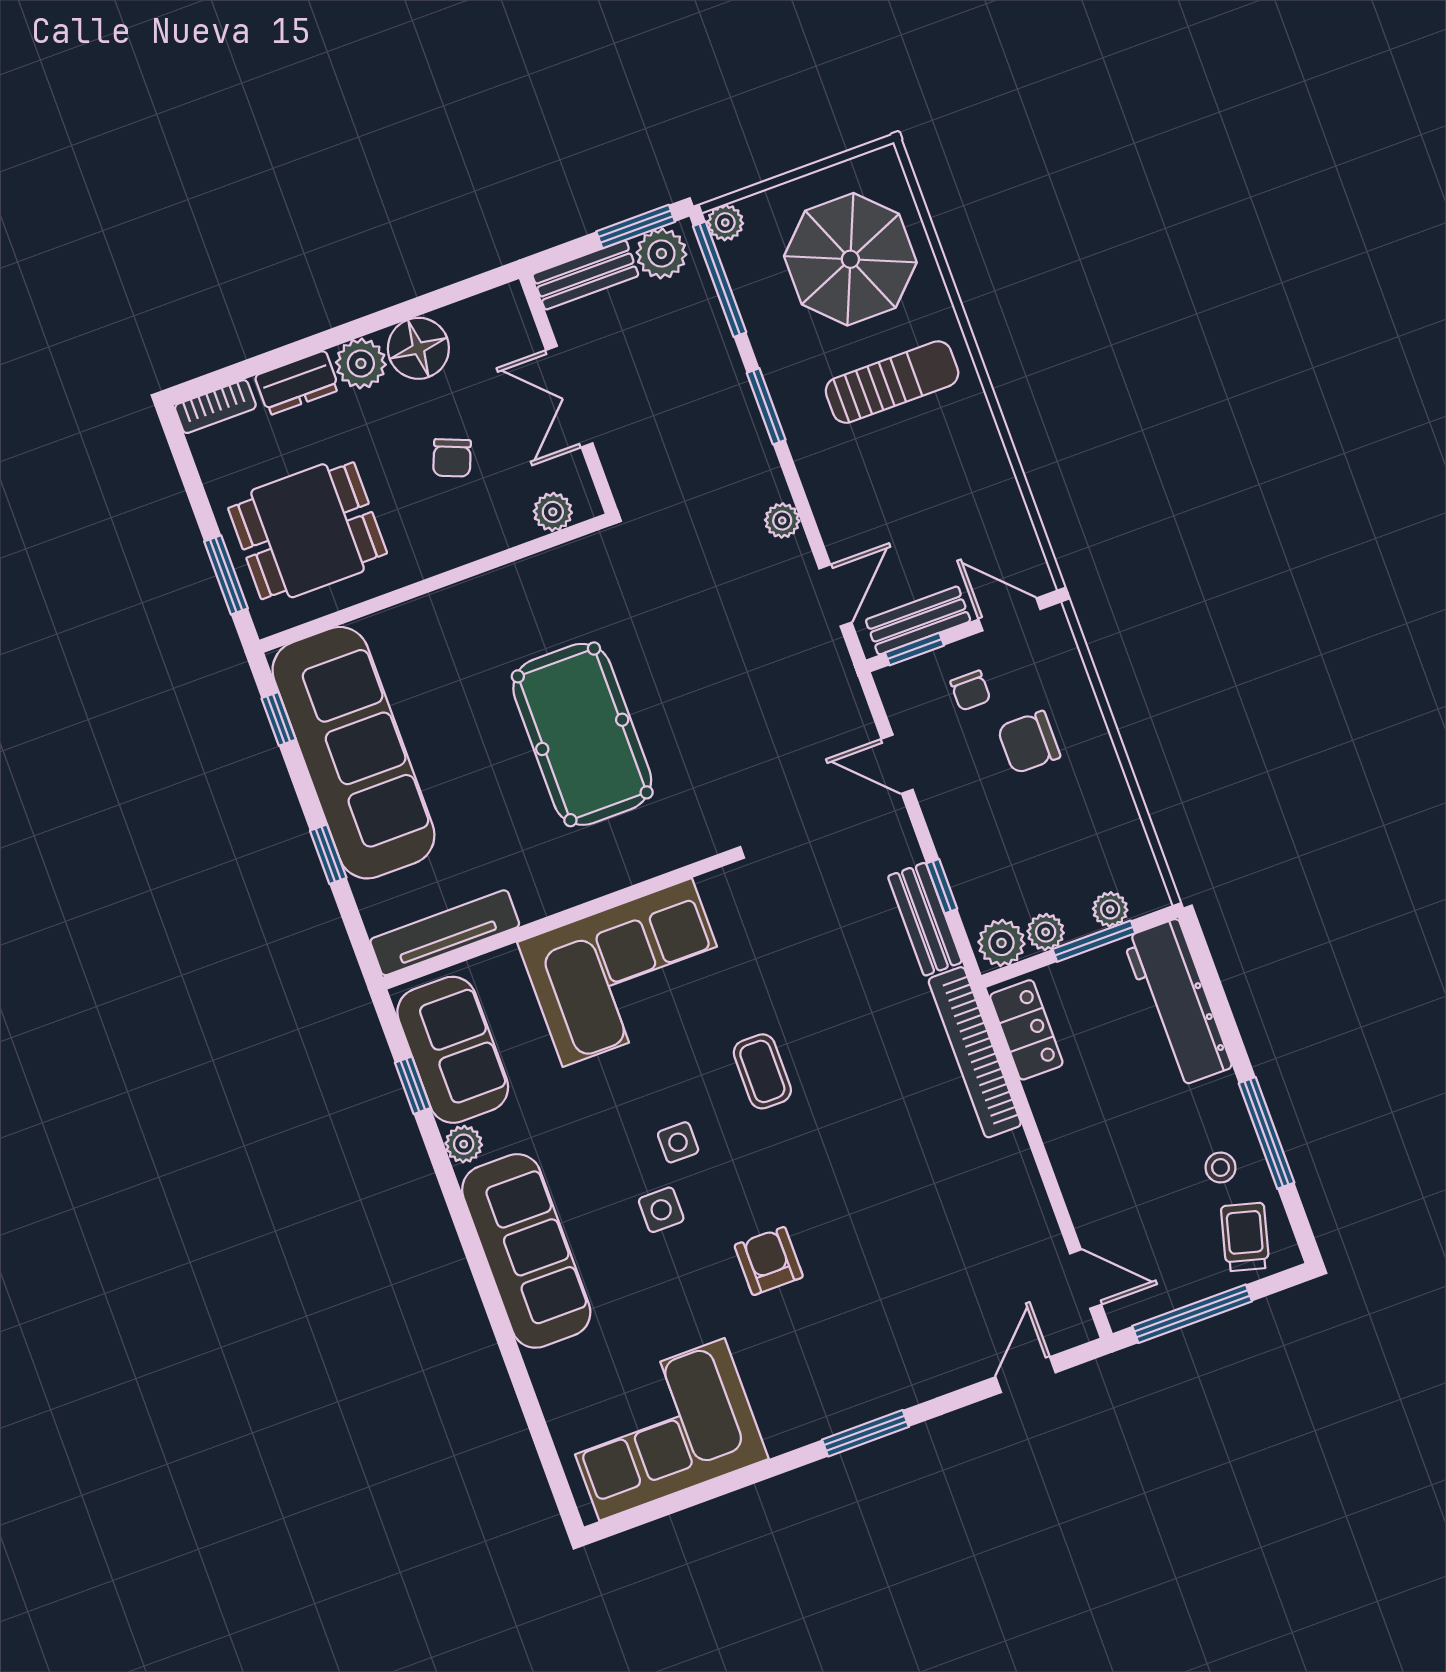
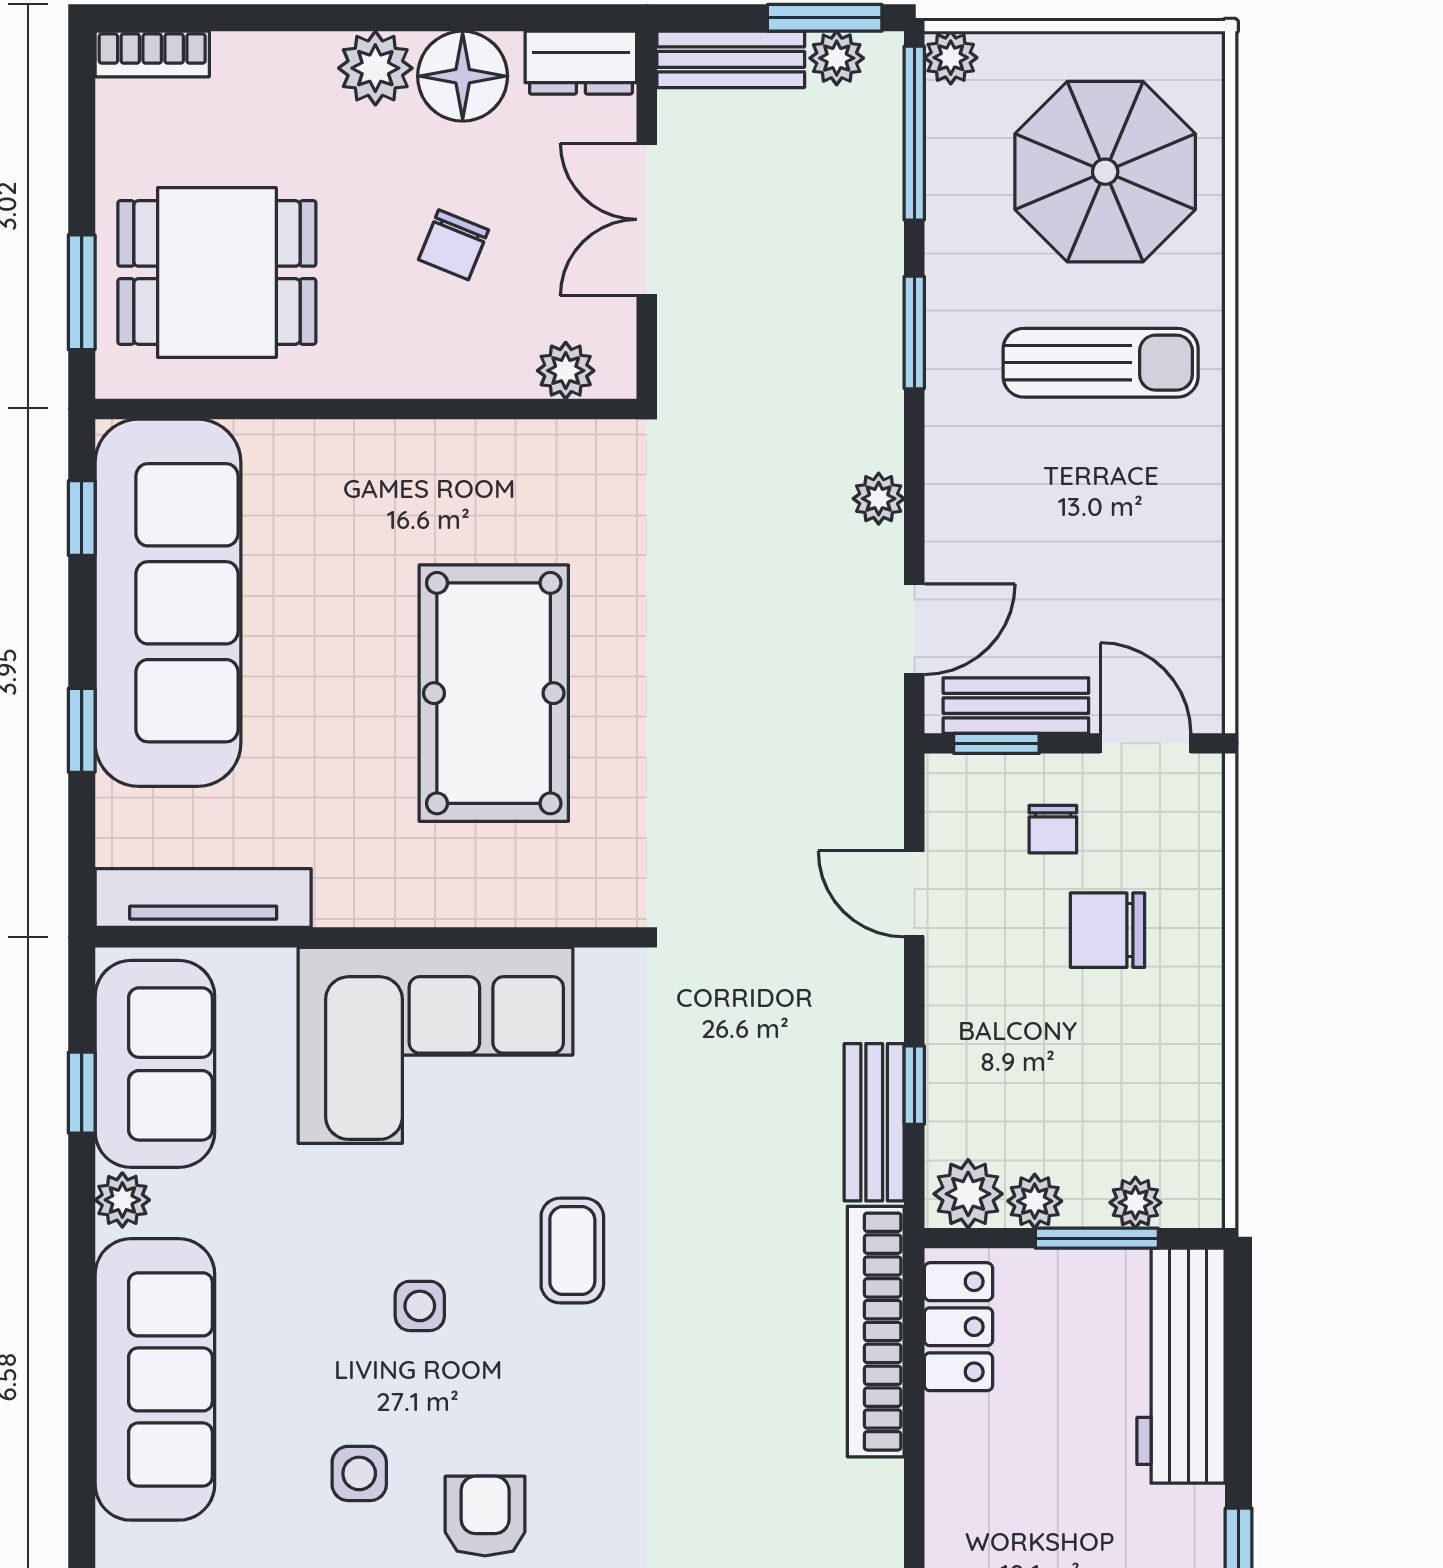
plant: (661, 253) -> (837, 58), width x0.73, depth x0.73
dresser: (297, 383) -> (581, 63), moved
side table: (661, 1210) -> (359, 1473), moved

